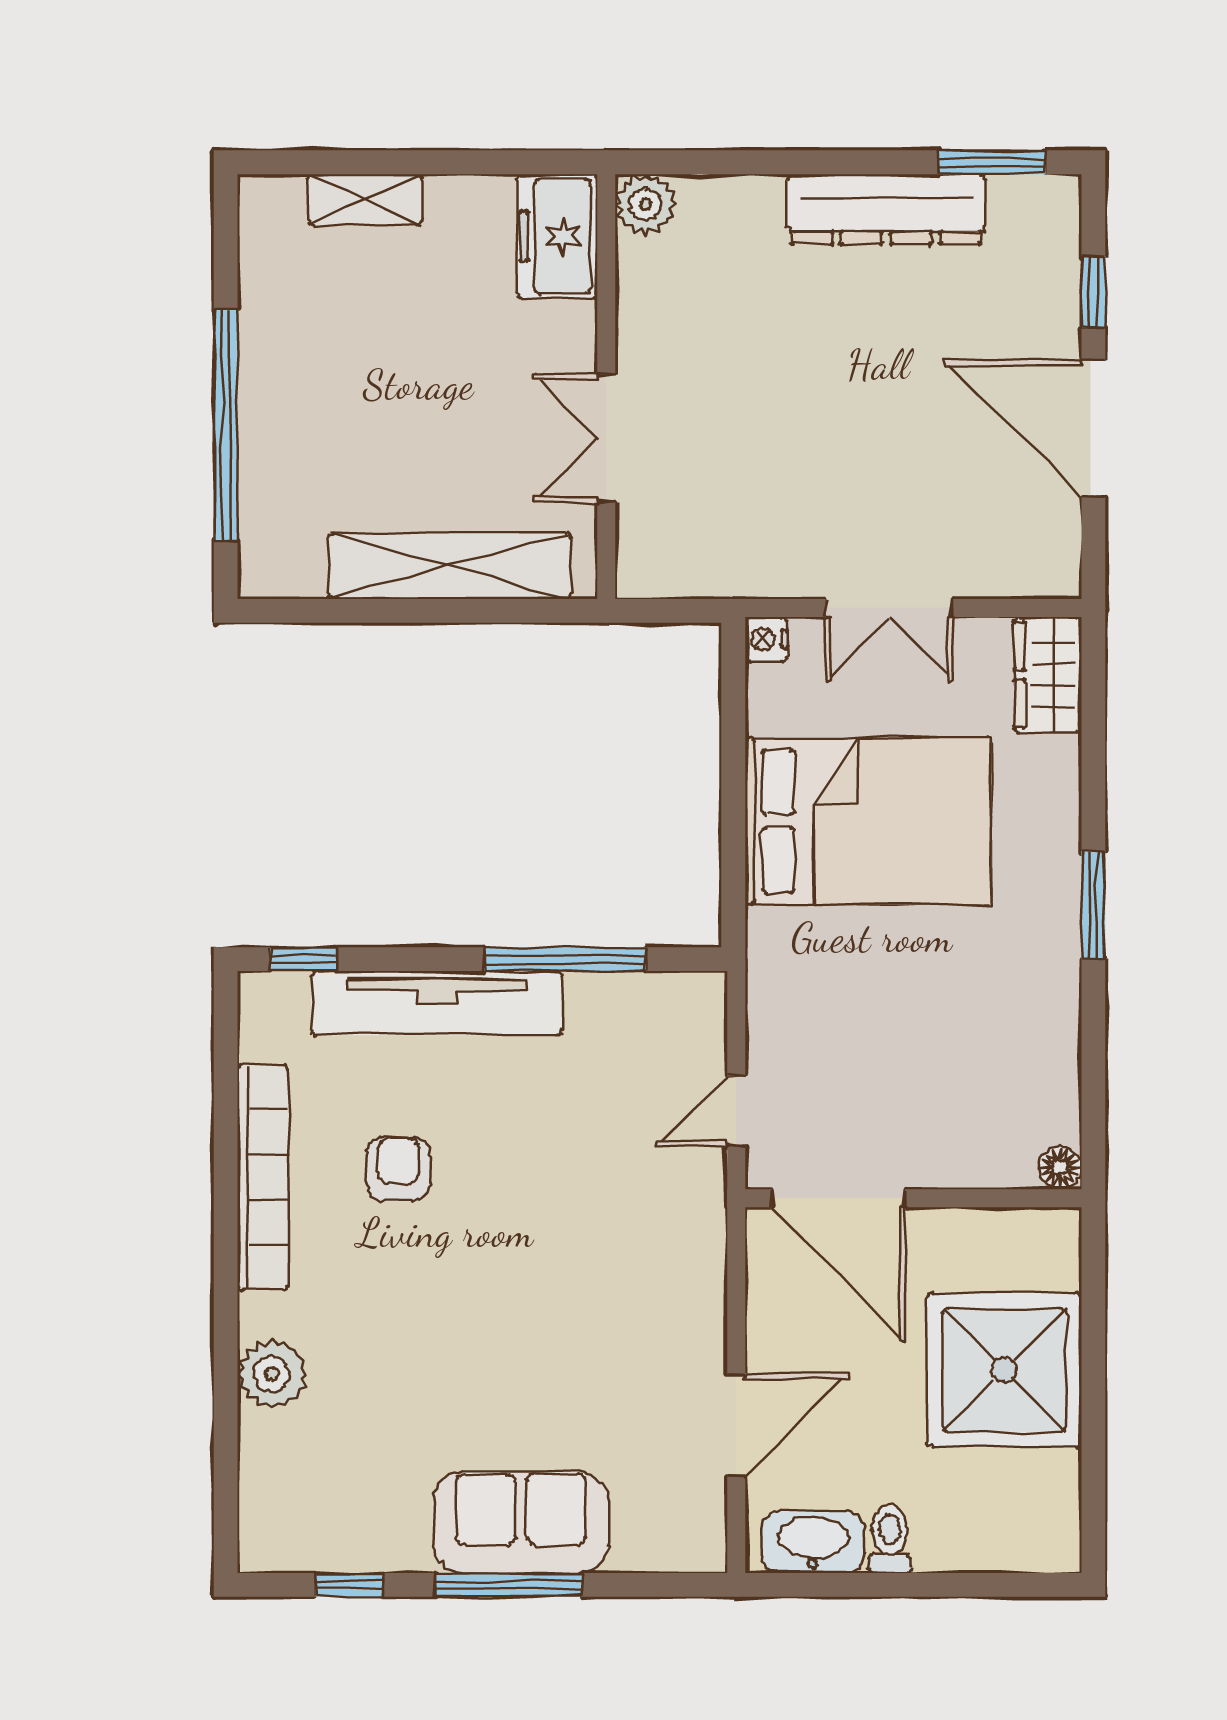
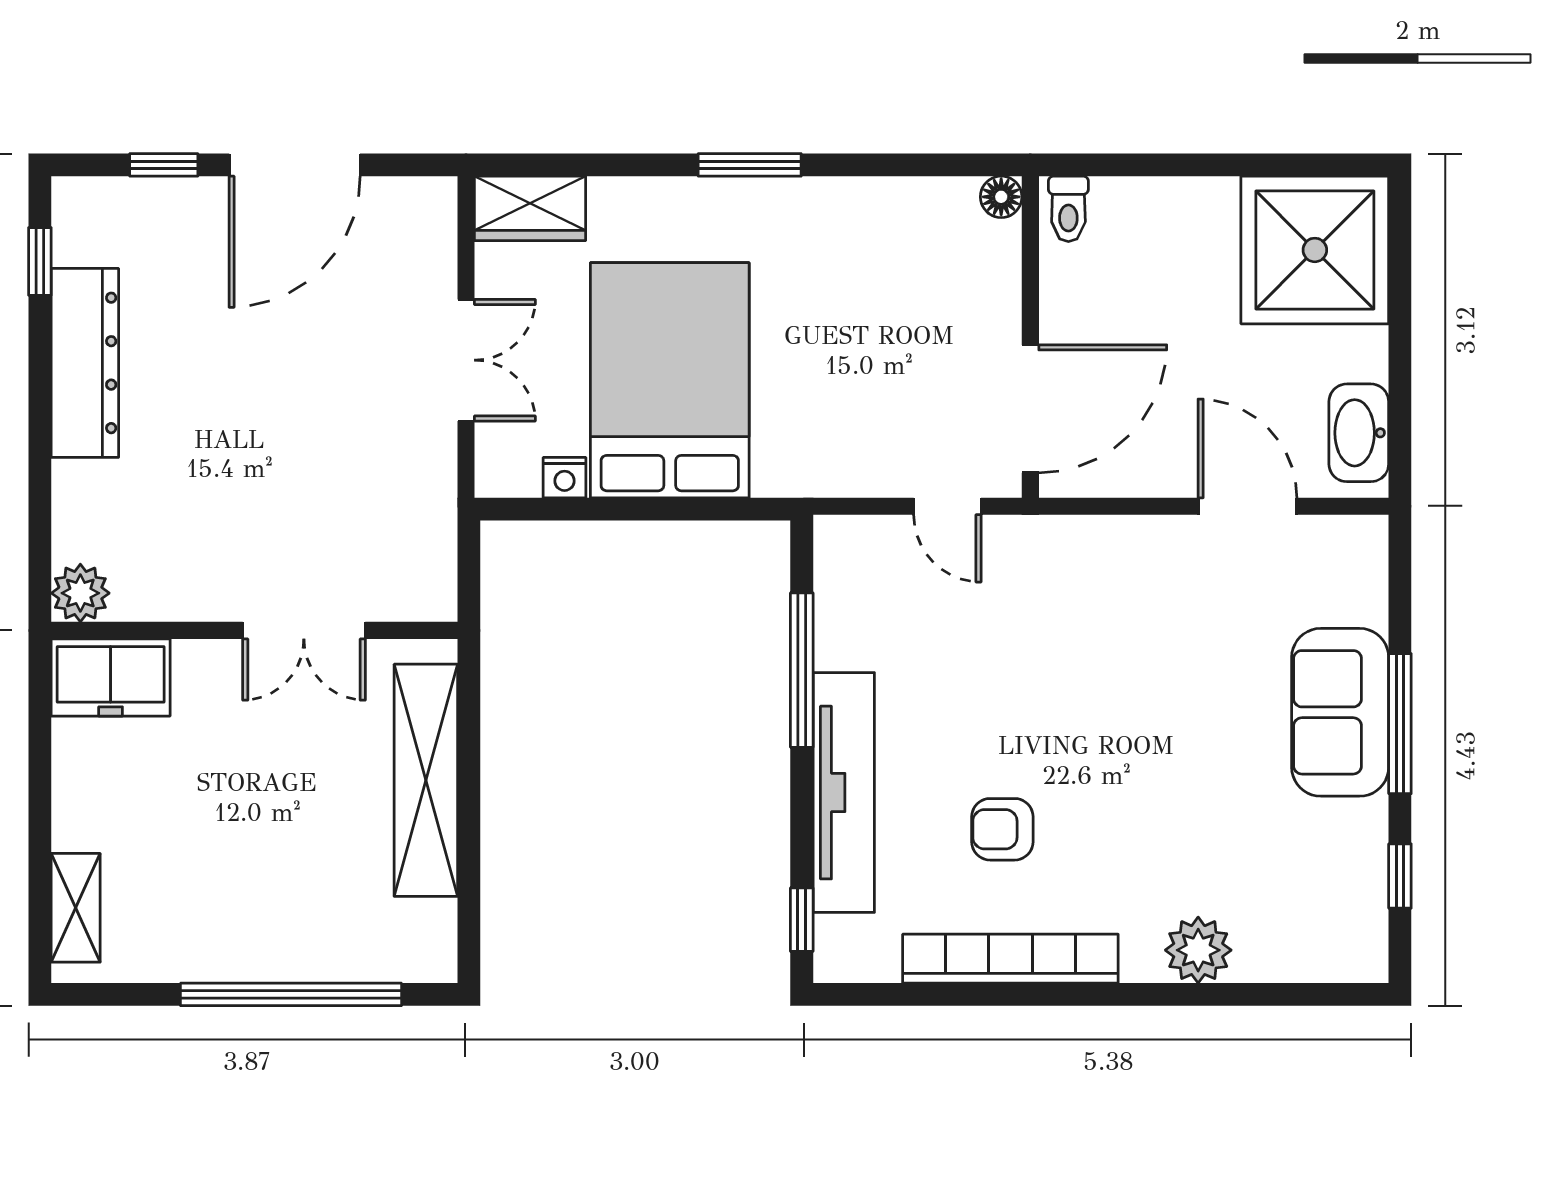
window: (992, 162) -> (40, 261), width x0.67
shelving: (365, 200) -> (76, 908), moved
nightstand: (766, 639) -> (564, 478), moved
shower: (1004, 1370) -> (1315, 250), moved
toilet: (890, 1539) -> (1068, 209), moved, turned -90

